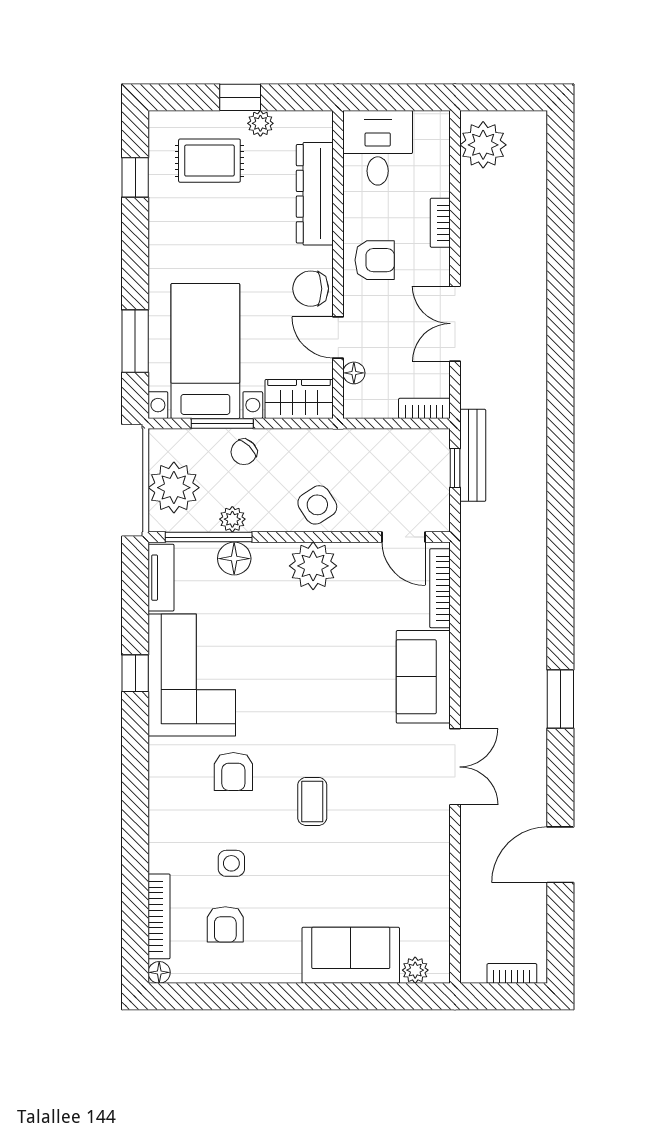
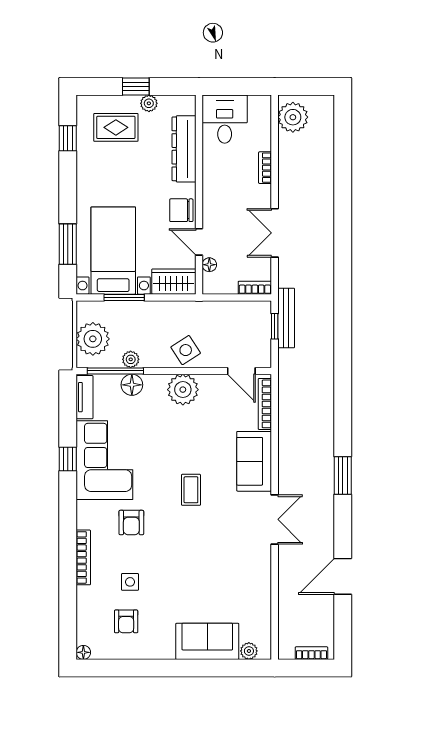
armchair: (375, 260) -> (223, 192), removed
chair: (244, 452) -> (138, 316), removed
coffee table: (312, 801) -> (191, 490), moved
bookcase: (159, 916) -> (83, 557), moved

